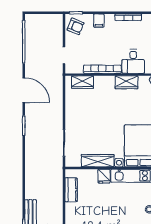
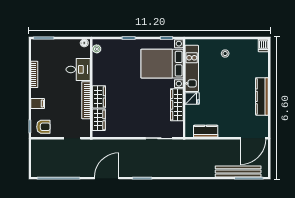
armchair: (75, 26) -> (43, 127), turned 68
wardrobe: (127, 82) -> (99, 97), moved

